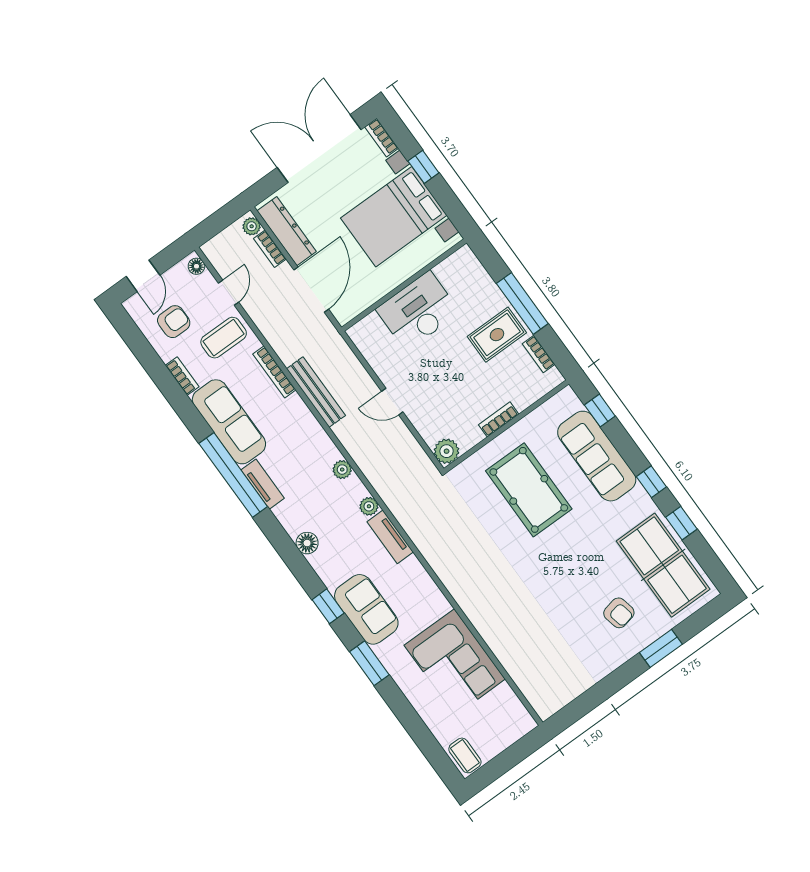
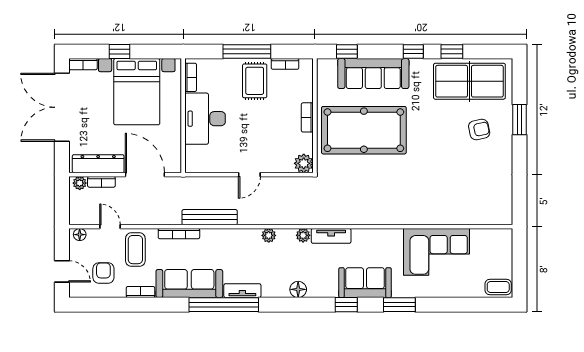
bookcase: (451, 263) -> (191, 77), added
pool table: (529, 490) -> (364, 130), width x1.36, depth x1.32

